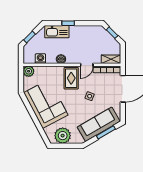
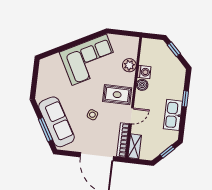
kitchen sink: (57, 32) -> (173, 115), moved
washing machine: (40, 59) -> (144, 72), moved
door: (87, 65) -> (131, 116), swing flipped
plant: (29, 71) -> (129, 65), moved
plant: (63, 136) -> (48, 76), removed

